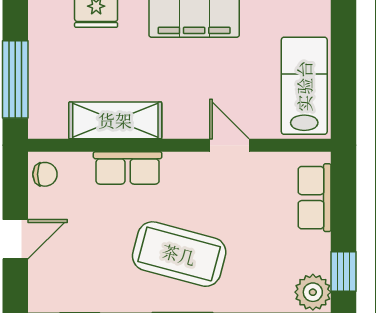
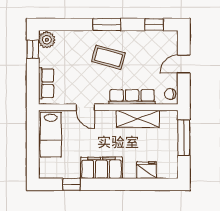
row of seats: (128, 168) -> (132, 97), width x1.48
coffee table: (179, 254) -> (108, 57), width x0.73, depth x0.76

